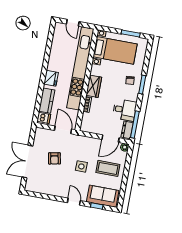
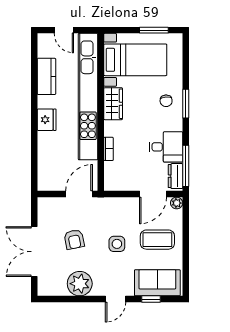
wardrobe: (94, 86) -> (113, 104), moved
kitchen counter: (47, 101) -> (46, 76), moved
dishwasher: (44, 118) -> (47, 181), removed
door: (63, 130) -> (79, 194), hinge flipped
plant: (53, 187) -> (80, 284), added
door: (74, 202) -> (116, 299), swing flipped

